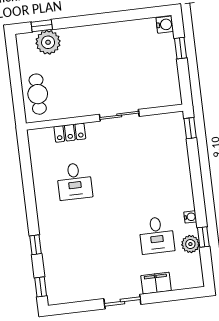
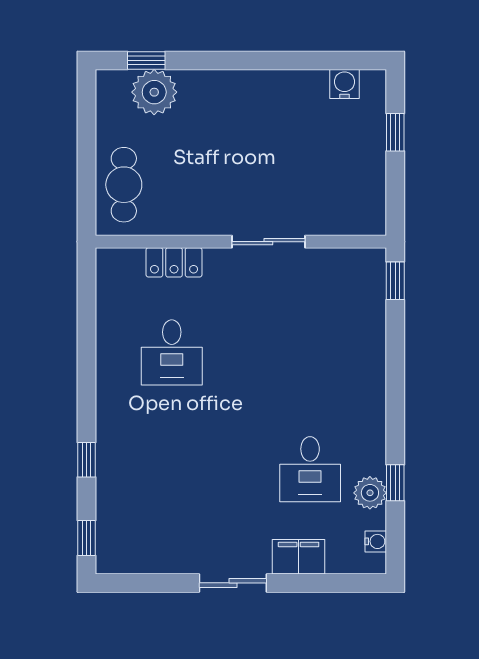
water cooler: (165, 25) -> (345, 84), moved, turned -90
water cooler: (190, 217) -> (376, 541), moved

